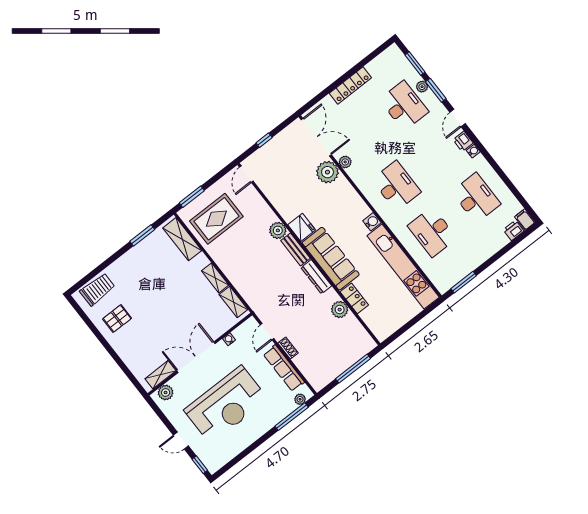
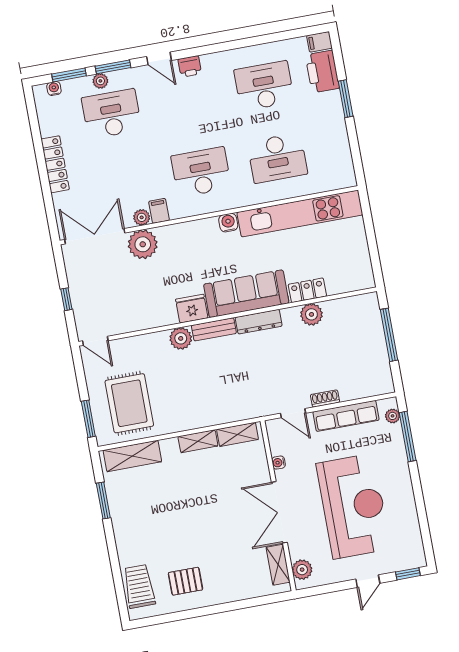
water cooler: (473, 151) -> (54, 88), moved
filing cabinet: (356, 171) -> (159, 211), added
printer: (513, 230) -> (322, 72), width x1.87, depth x1.48
window: (464, 282) -> (346, 99), moved
pallet: (117, 319) -> (185, 581), turned 90

